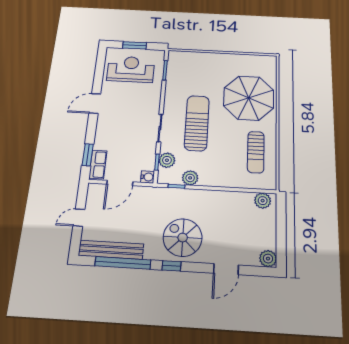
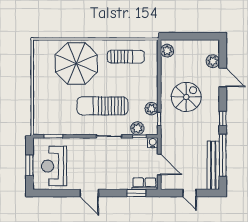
spiral stairs: (183, 238) -> (186, 97), moved, turned 180
plant: (268, 259) -> (213, 61), moved

